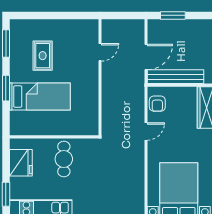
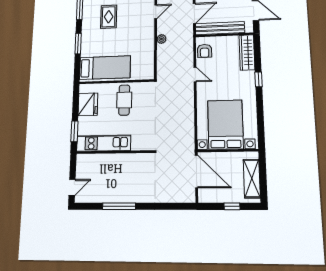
plant: (107, 87) -> (161, 39), added
bed: (40, 97) -> (105, 68), moved
door: (146, 131) -> (195, 75), hinge flipped

